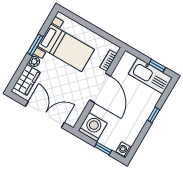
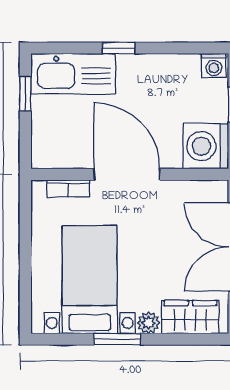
kitchen sink: (150, 76) -> (73, 74), moved, turned 90
door: (100, 88) -> (127, 174), hinge flipped

